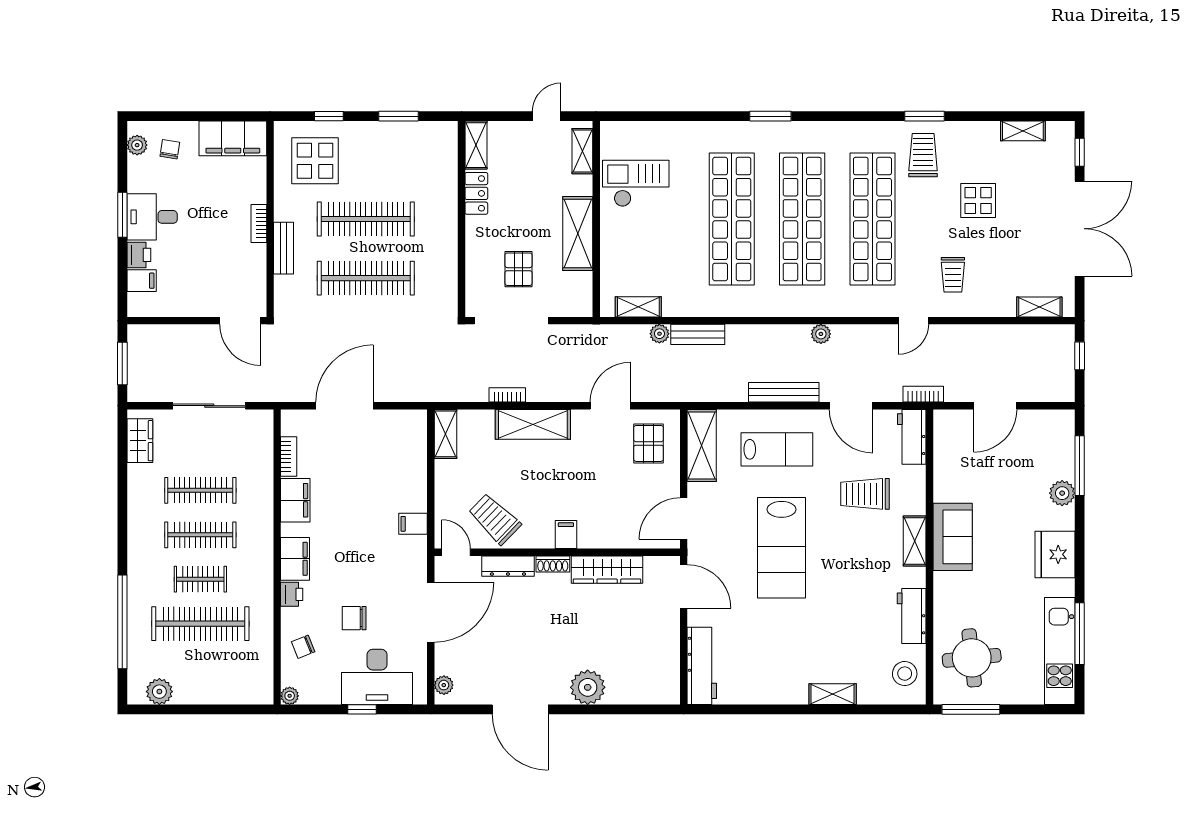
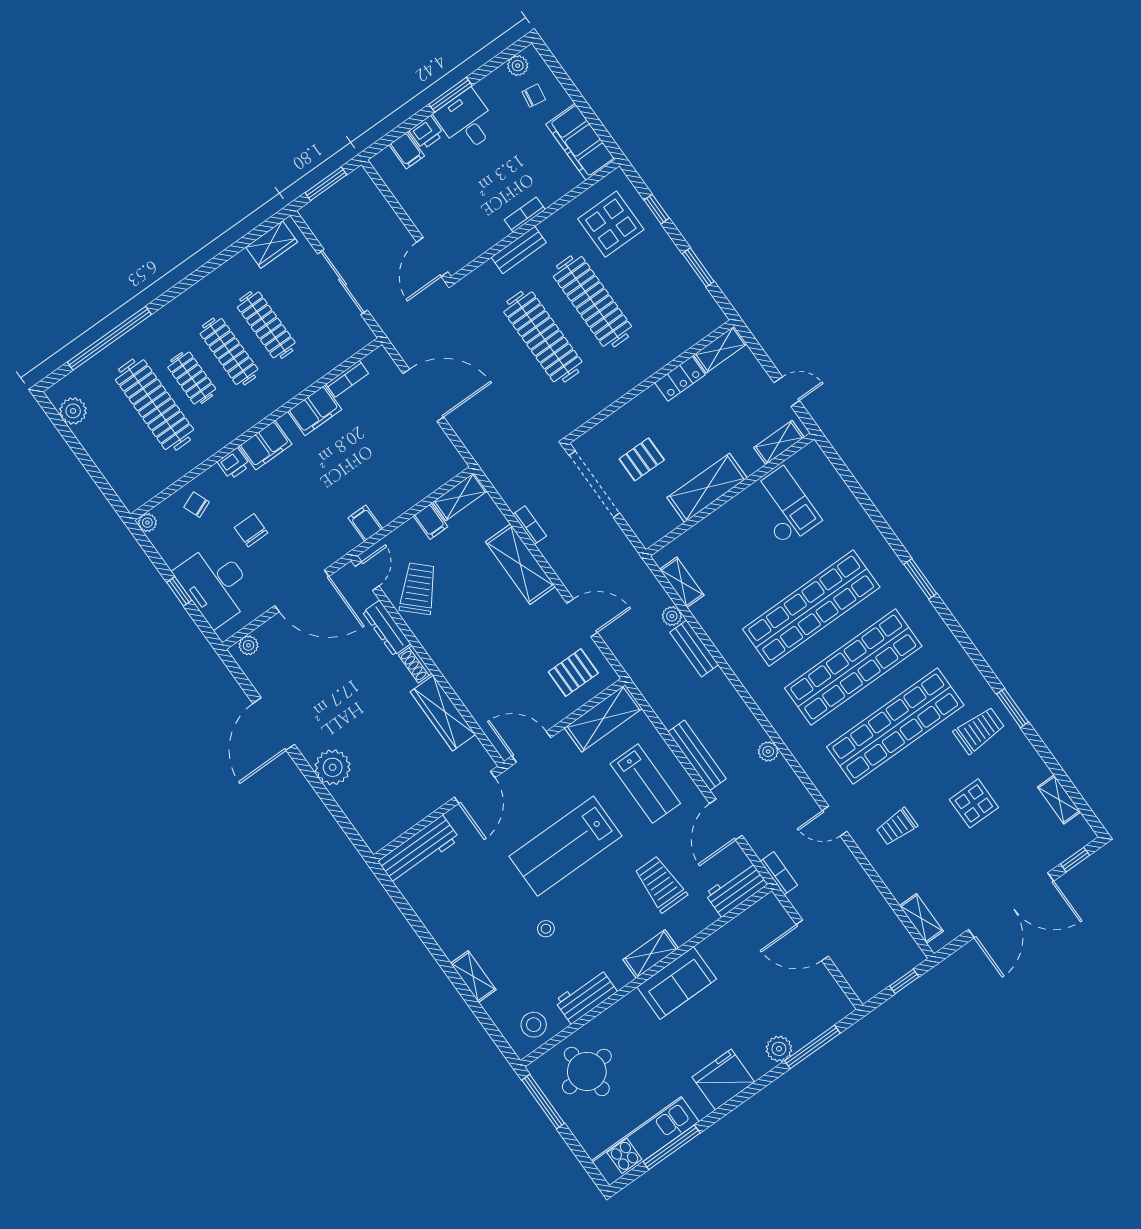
filing cabinet: (566, 535) -> (431, 521), moved, turned 90
stool: (836, 610) -> (546, 929), added

